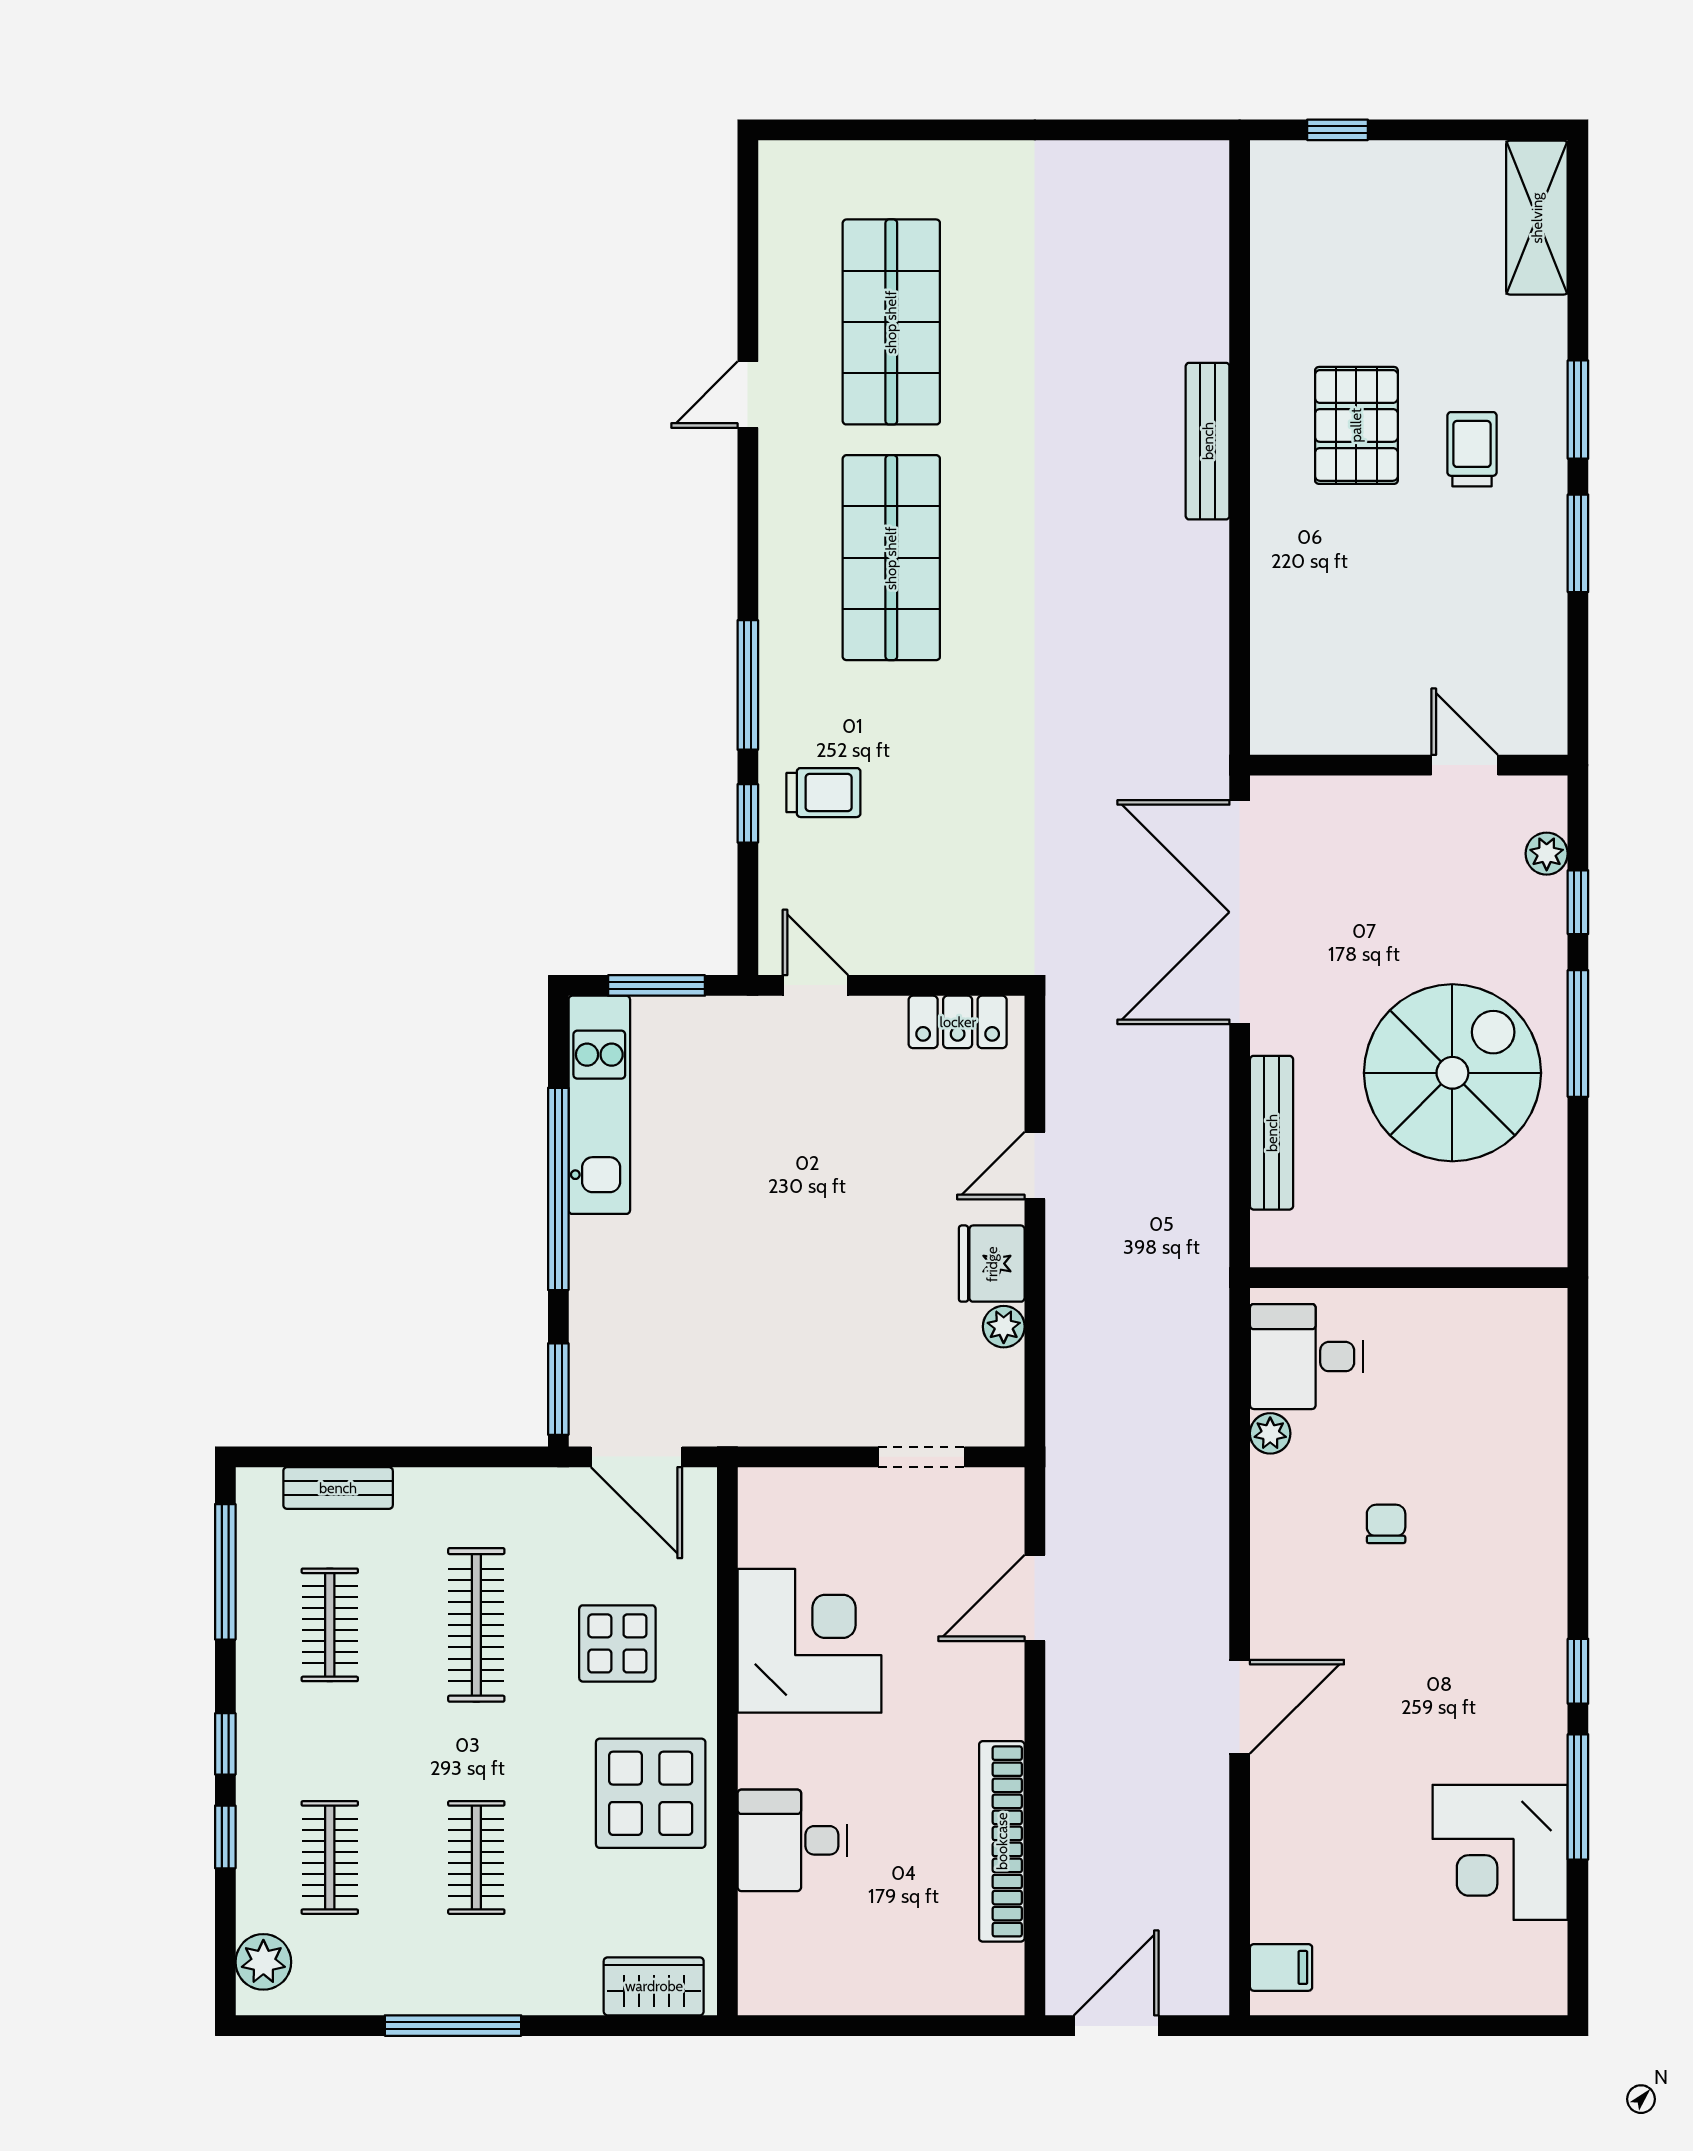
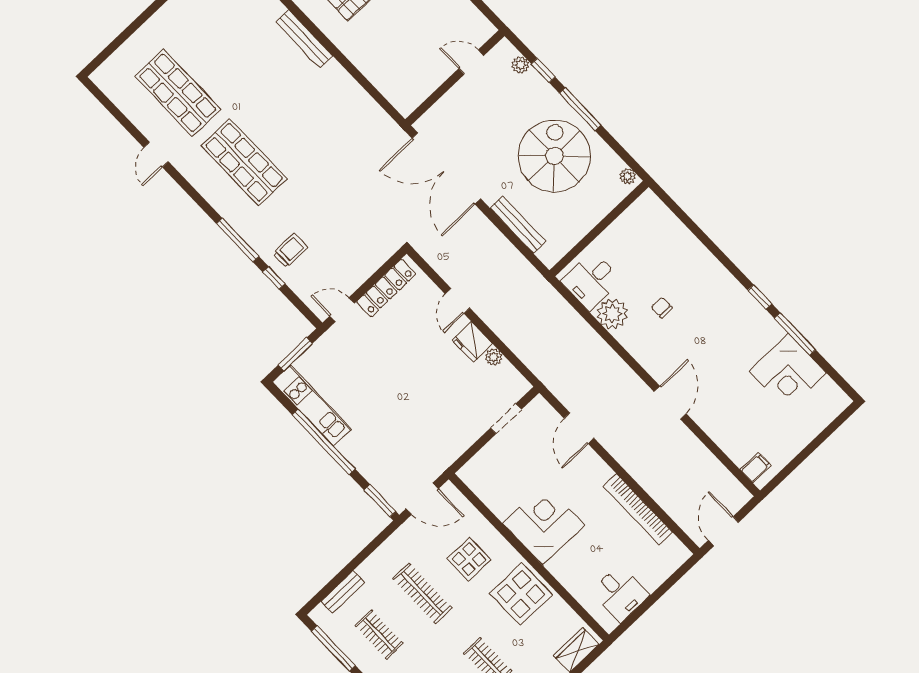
locker: (958, 1022) -> (386, 288), width x1.53
plant: (1548, 1233) -> (627, 176), added
plant: (1270, 1433) -> (612, 314), width x1.87, depth x1.87
corner desk: (810, 1641) -> (544, 524), moved
desk: (792, 1840) -> (620, 593), moved, turned -90

